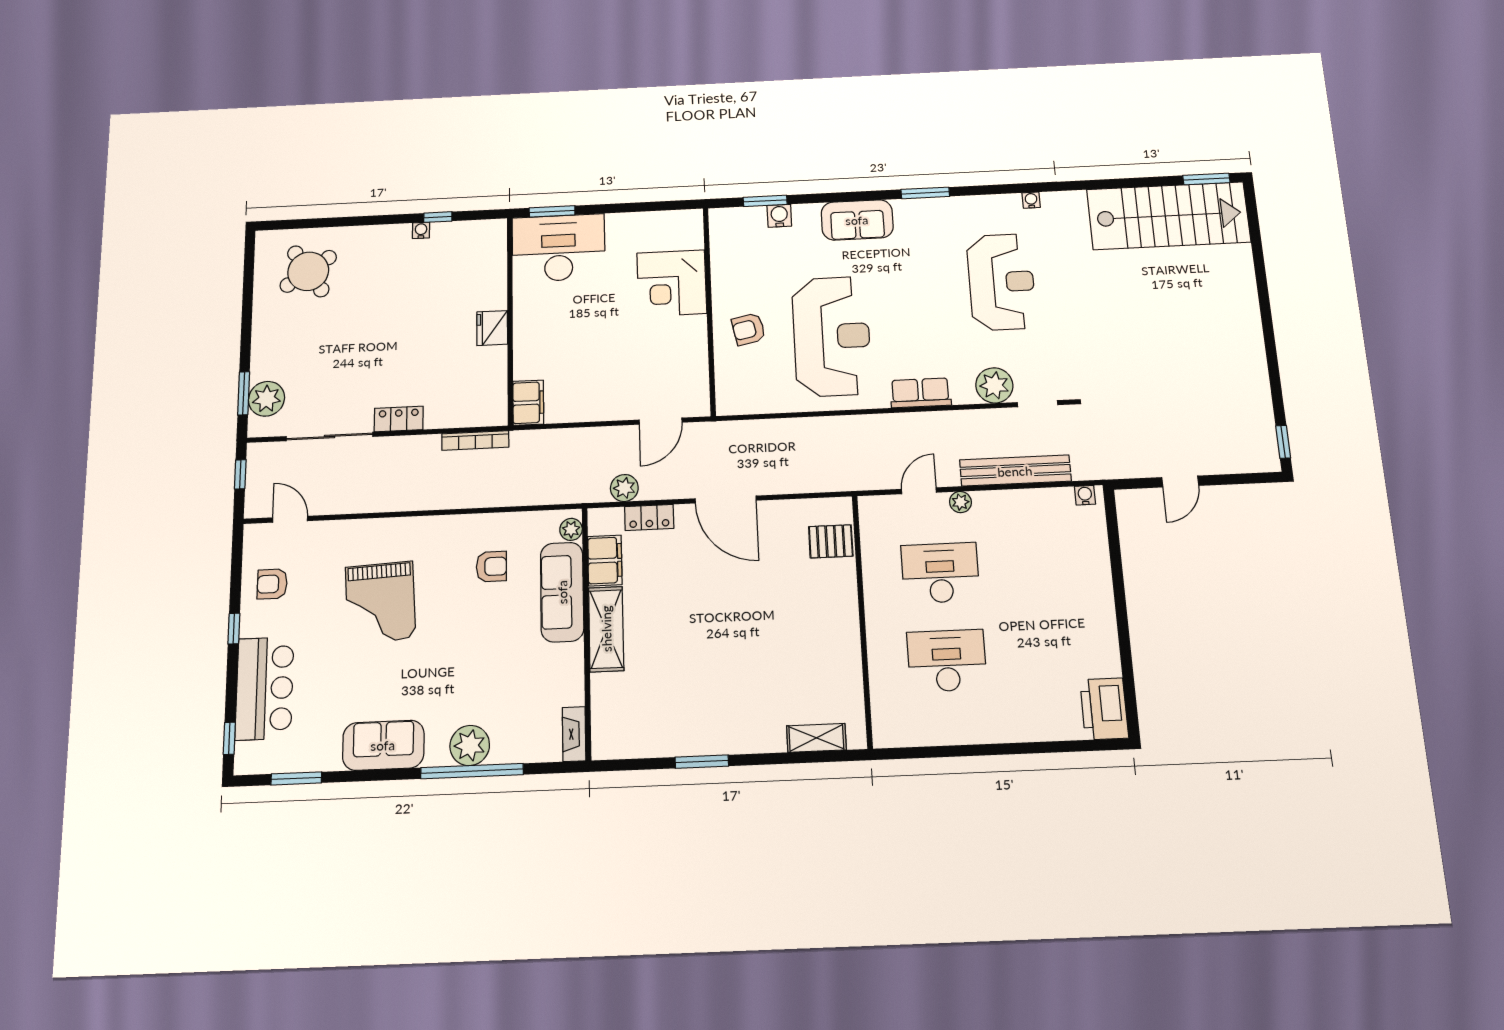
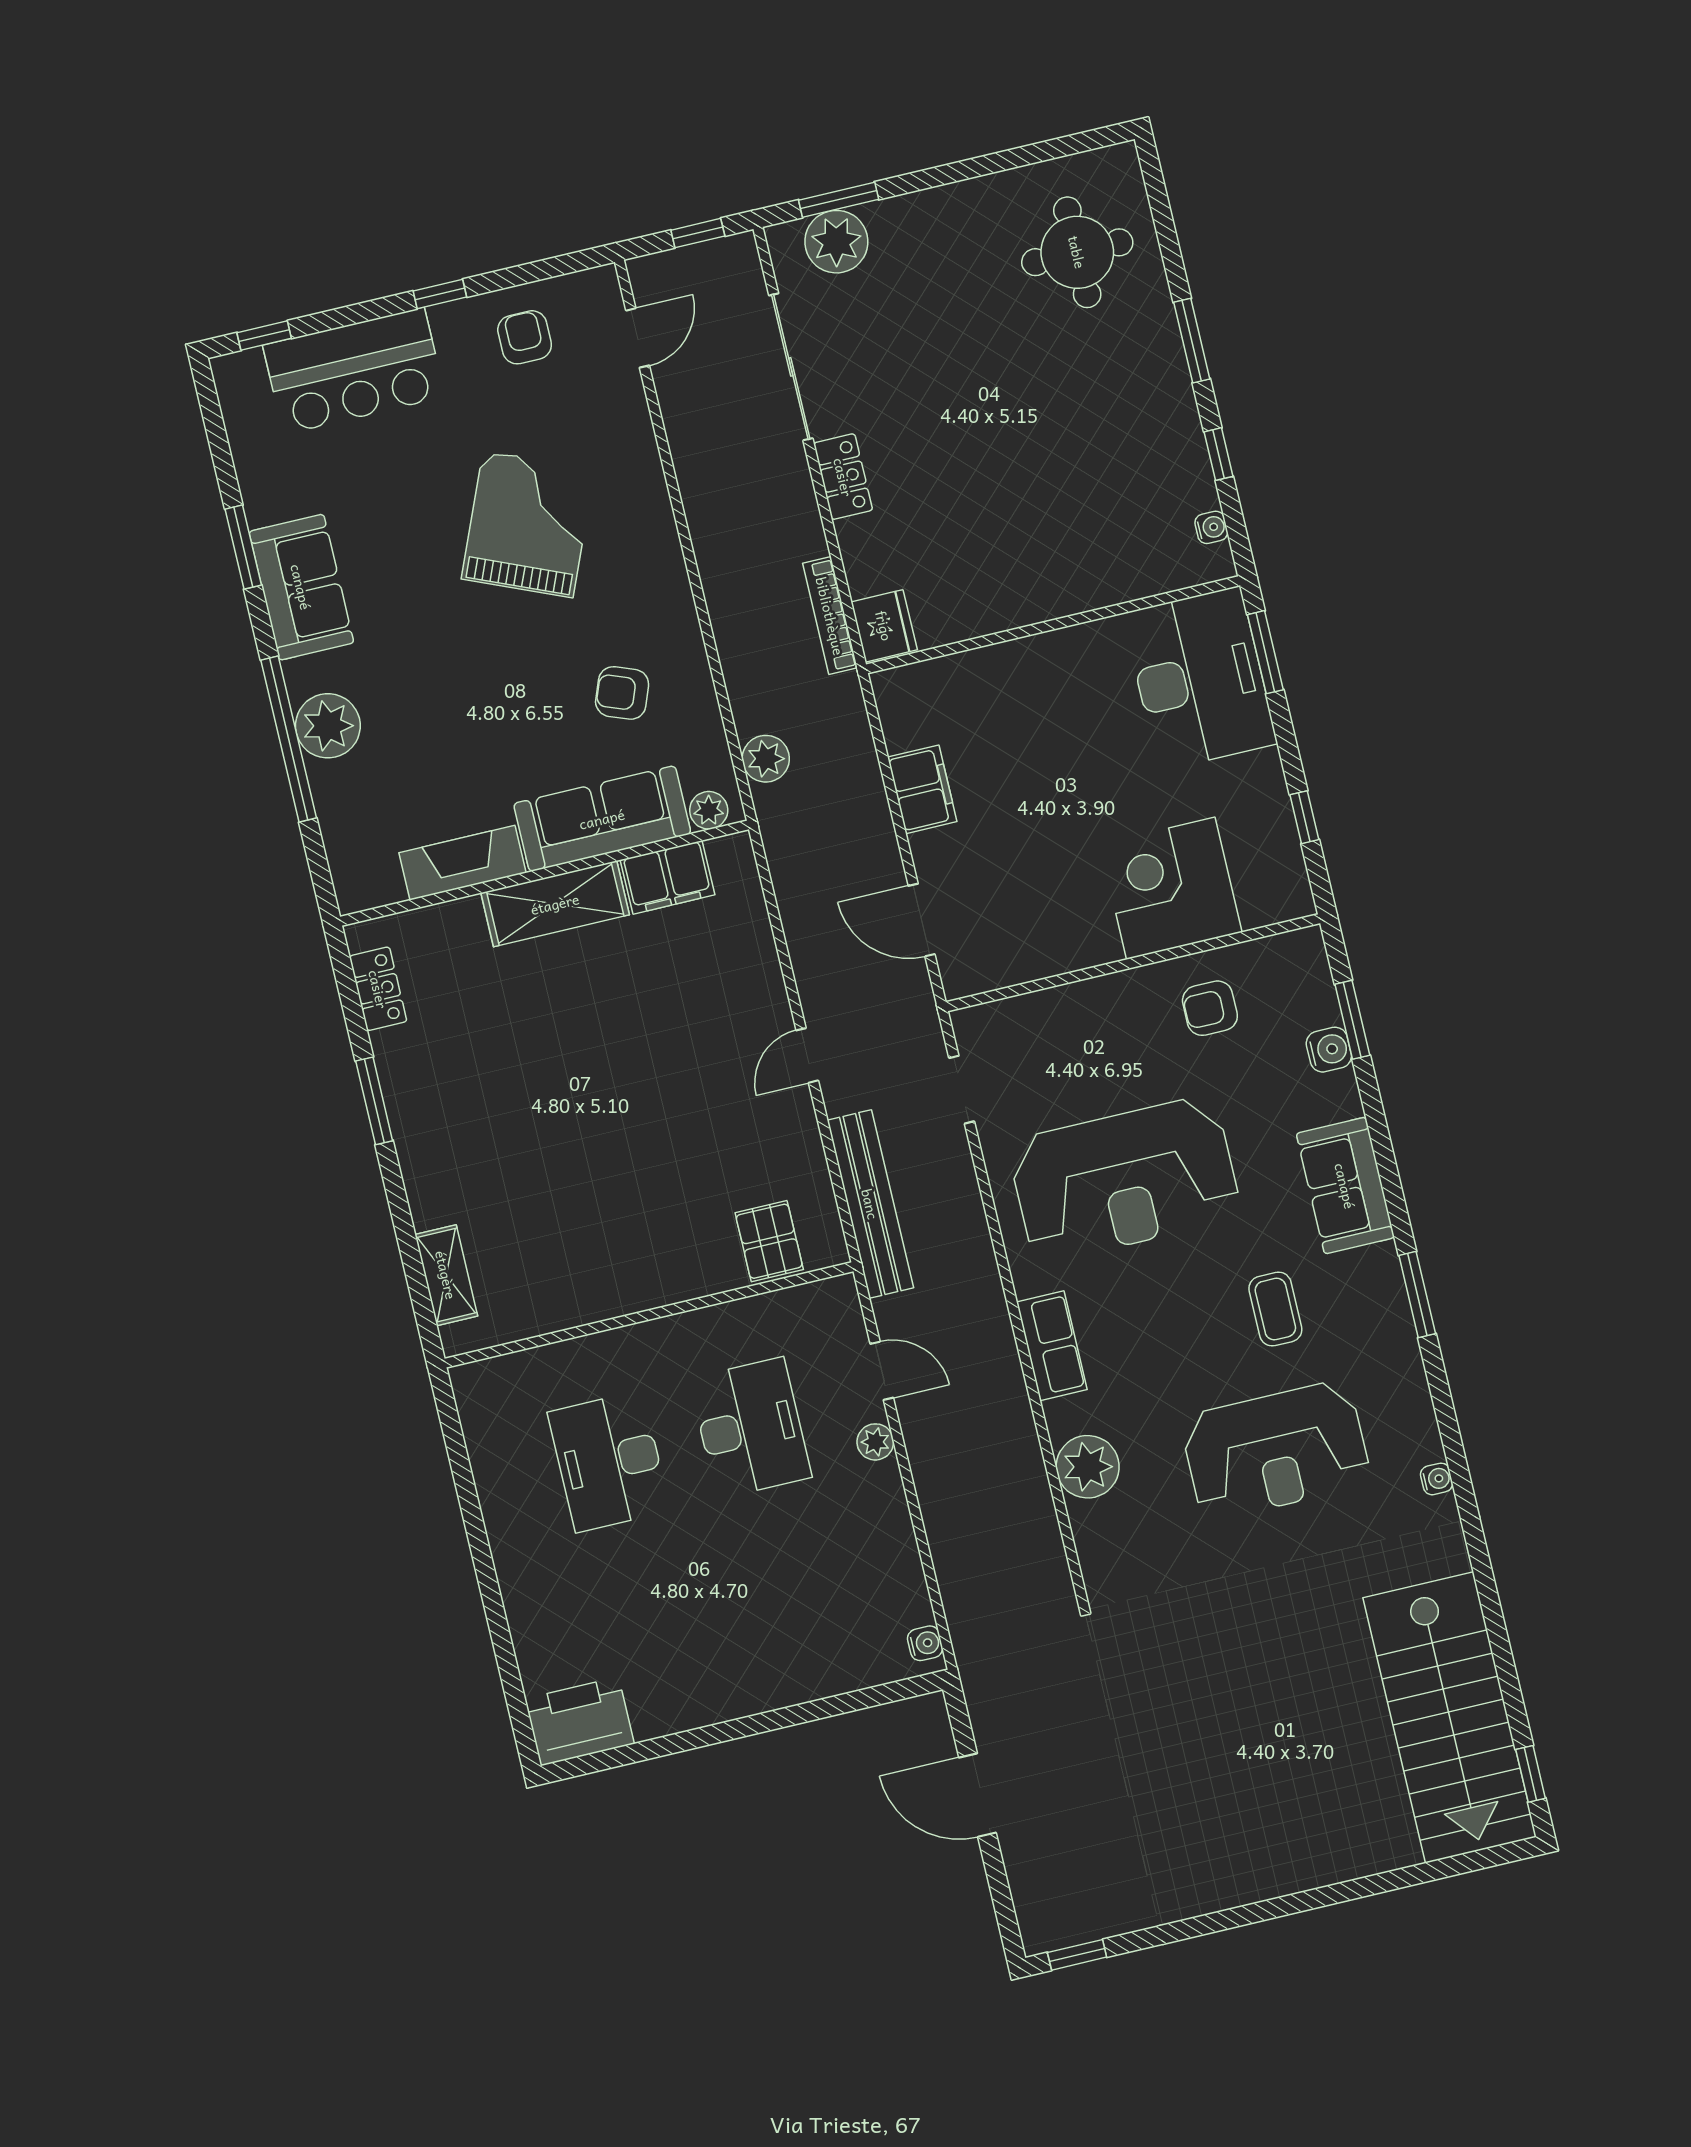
window: (1206, 179) -> (1531, 1774), width x0.67
window: (648, 207) -> (1304, 817), added
window: (372, 220) -> (1192, 341), added
water cooler: (421, 230) -> (1211, 527), moved
coffee table: (920, 268) -> (1275, 1309), added
round table: (308, 271) -> (1077, 252), turned 34
fridge: (492, 328) -> (884, 626), moved, turned 90
armchair: (749, 329) -> (1210, 1008), moved, turned -78
filing cabinet: (528, 403) -> (922, 789), moved, turned -90
doorway: (1038, 404) -> (962, 1090), moved
bench: (1015, 471) -> (870, 1204), moved
door: (1180, 481) -> (977, 1795), width x1.38
plant: (624, 488) -> (766, 759), moved
door: (726, 499) -> (807, 1055), width x0.53
locker: (649, 518) -> (378, 989), moved, turned 180
armchair: (491, 567) -> (622, 693), turned 111
grand piano: (380, 603) -> (528, 524), turned 116
desk: (947, 661) -> (609, 1461), turned 180
fireplace: (574, 734) -> (462, 863), moved, width x1.37, depth x1.32
window: (296, 778) -> (243, 547), moved

